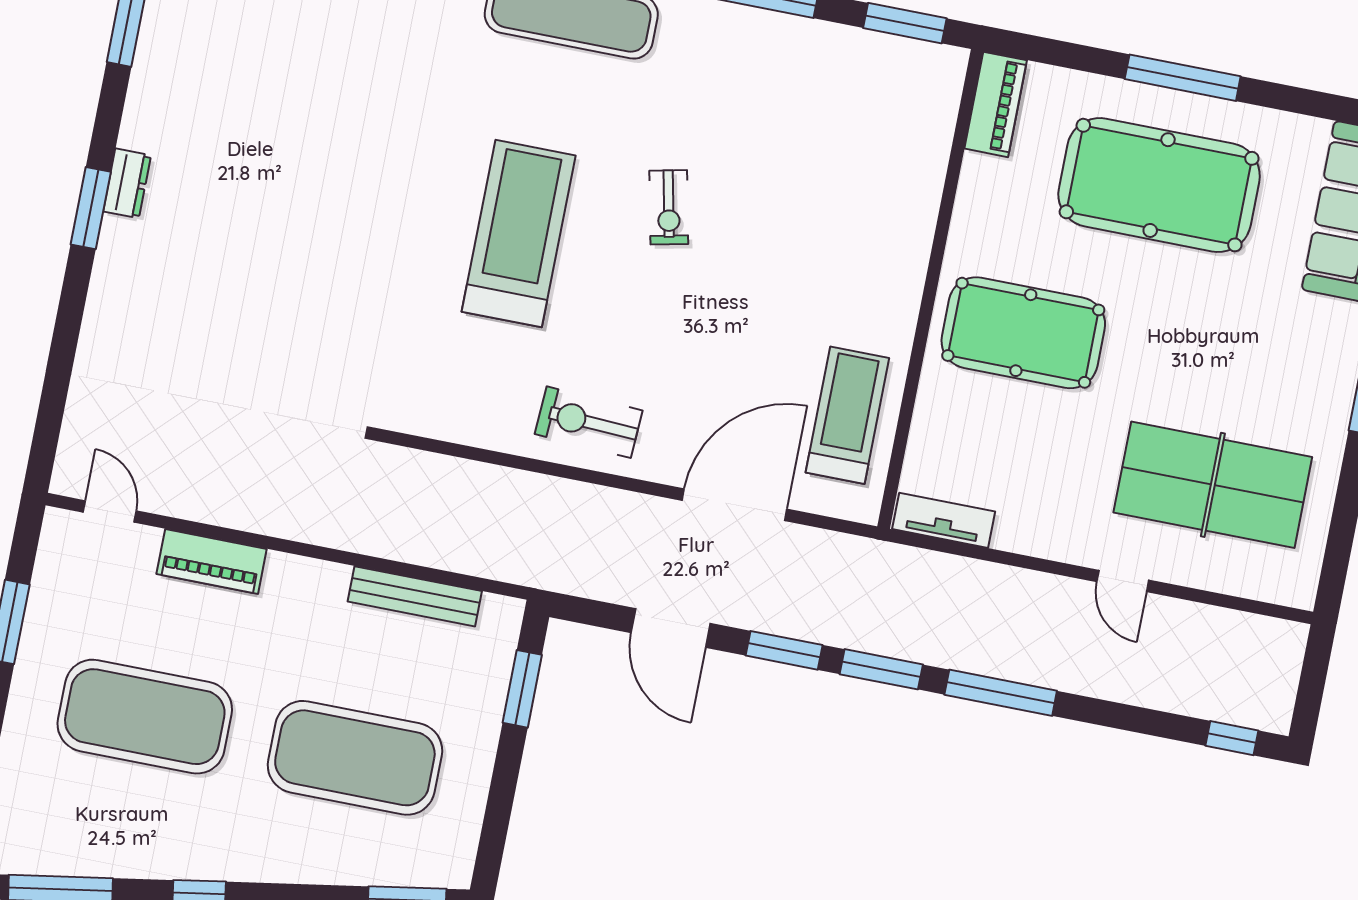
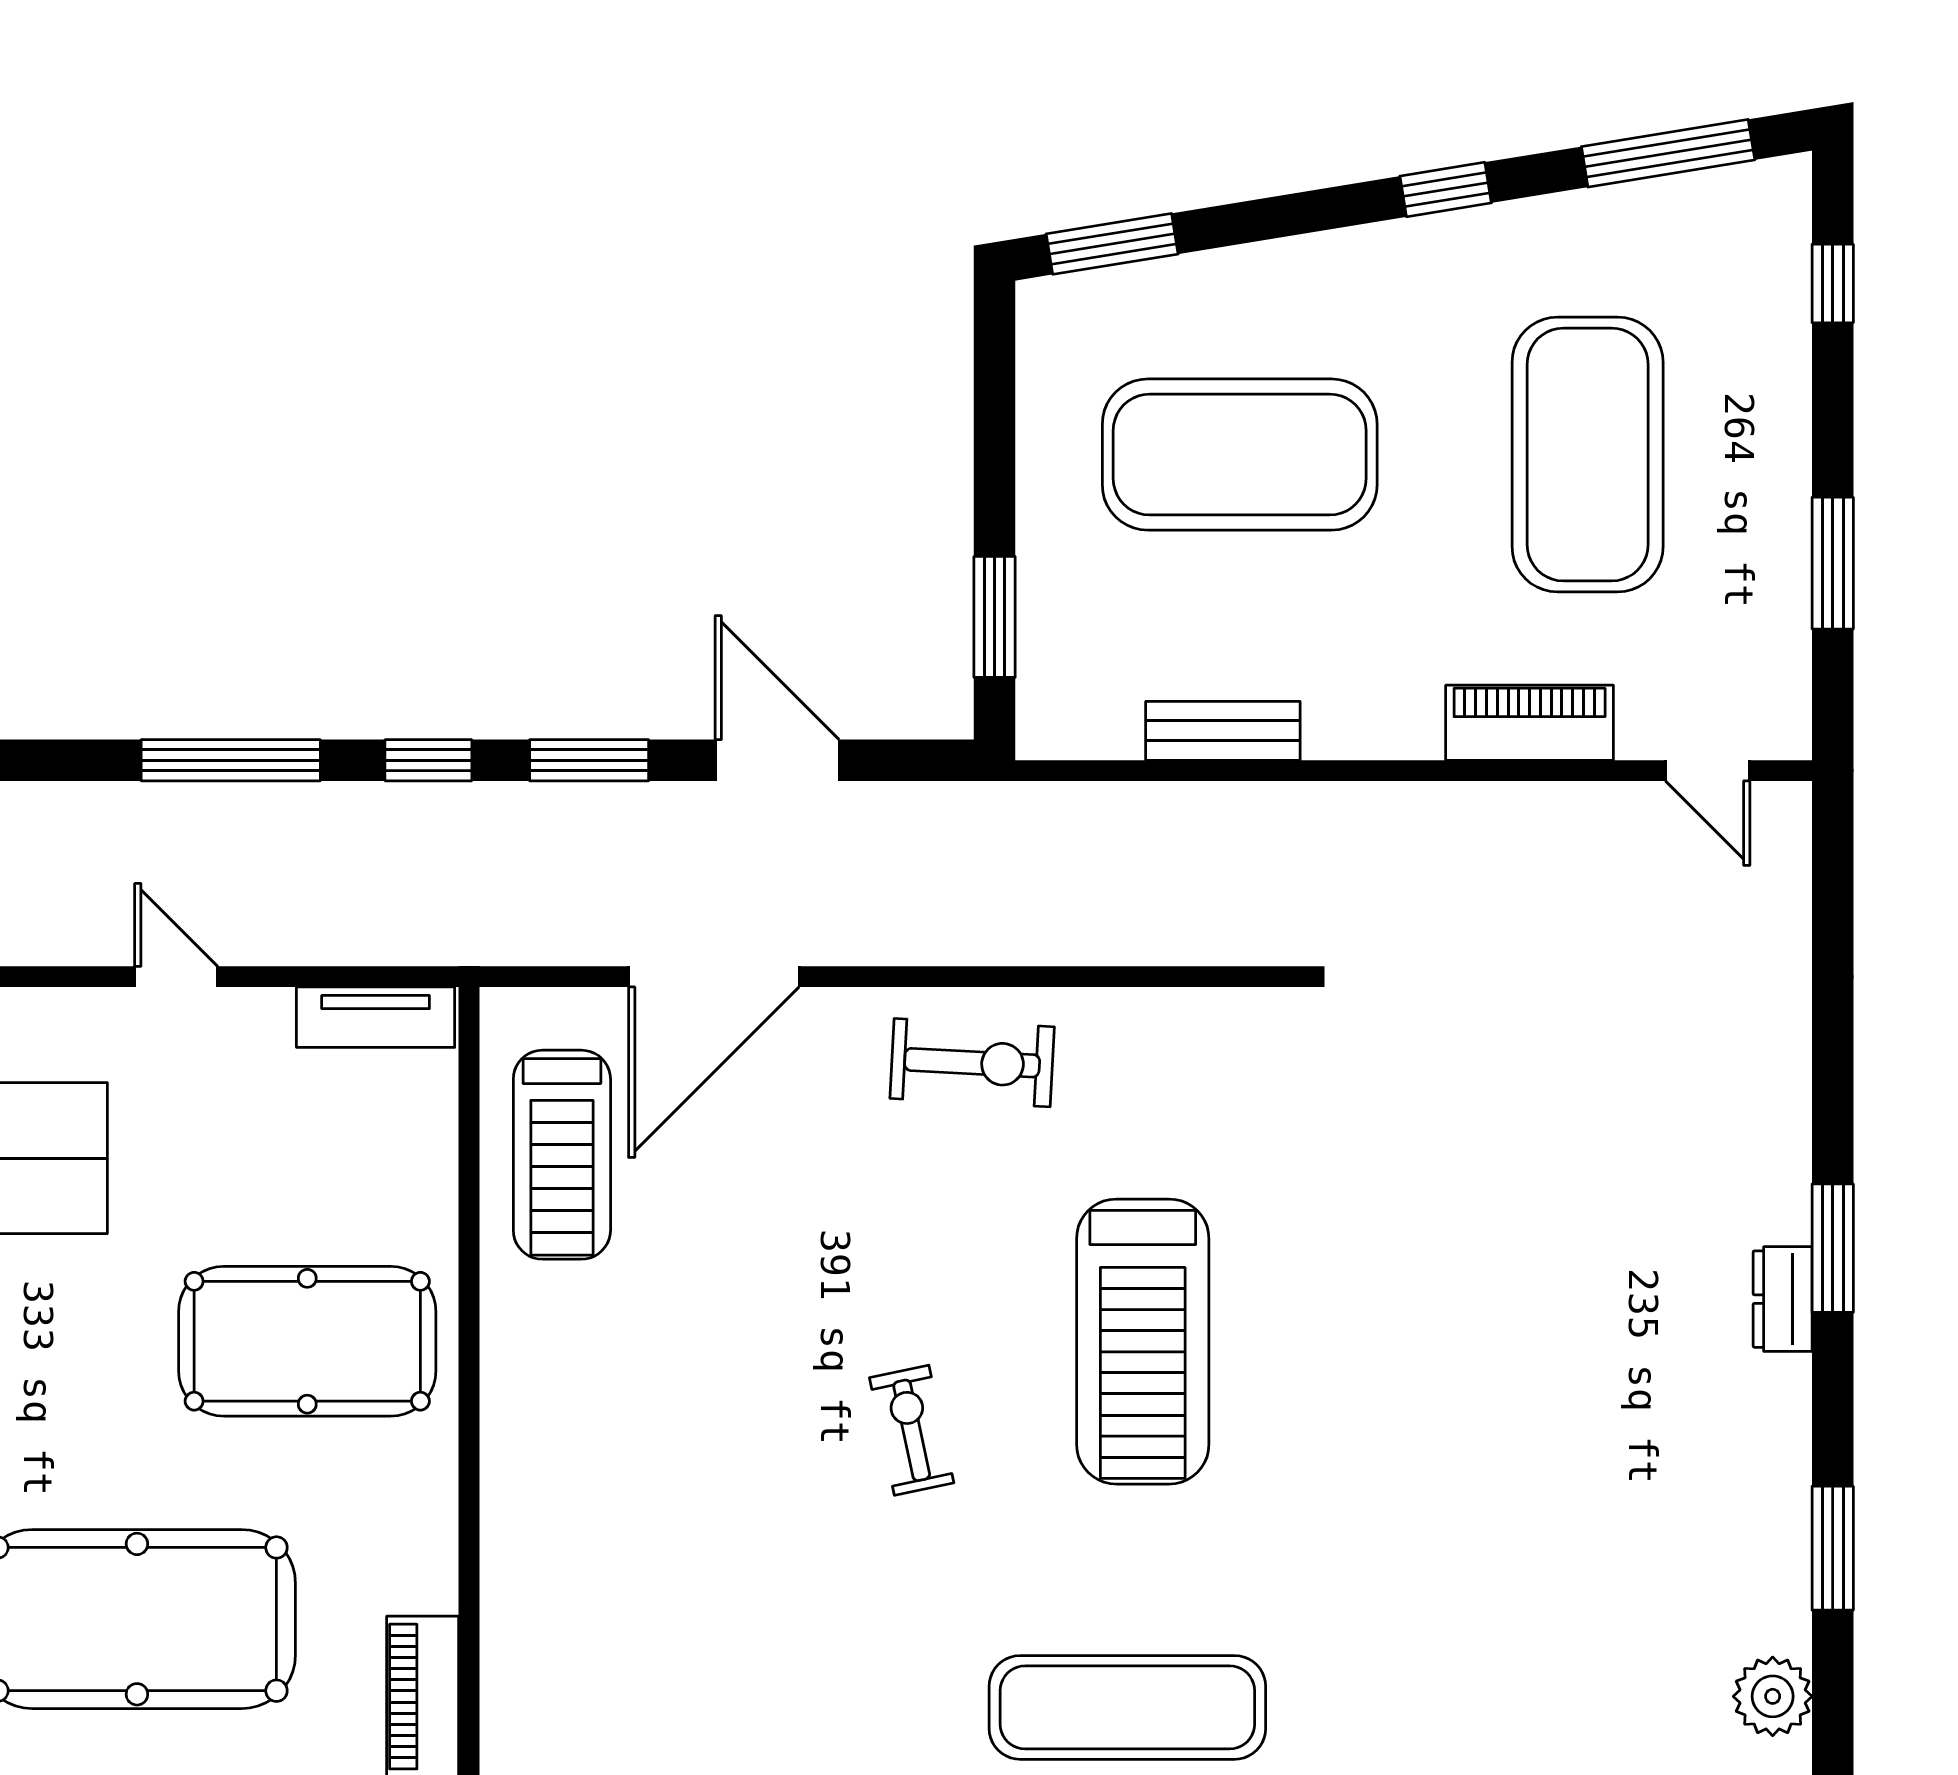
door: (1123, 581) -> (176, 977), moved
bench: (415, 596) -> (1223, 731), width x0.73
window: (881, 669) -> (428, 760), width x0.67
exercise mat: (145, 717) -> (1588, 455), turned 90

